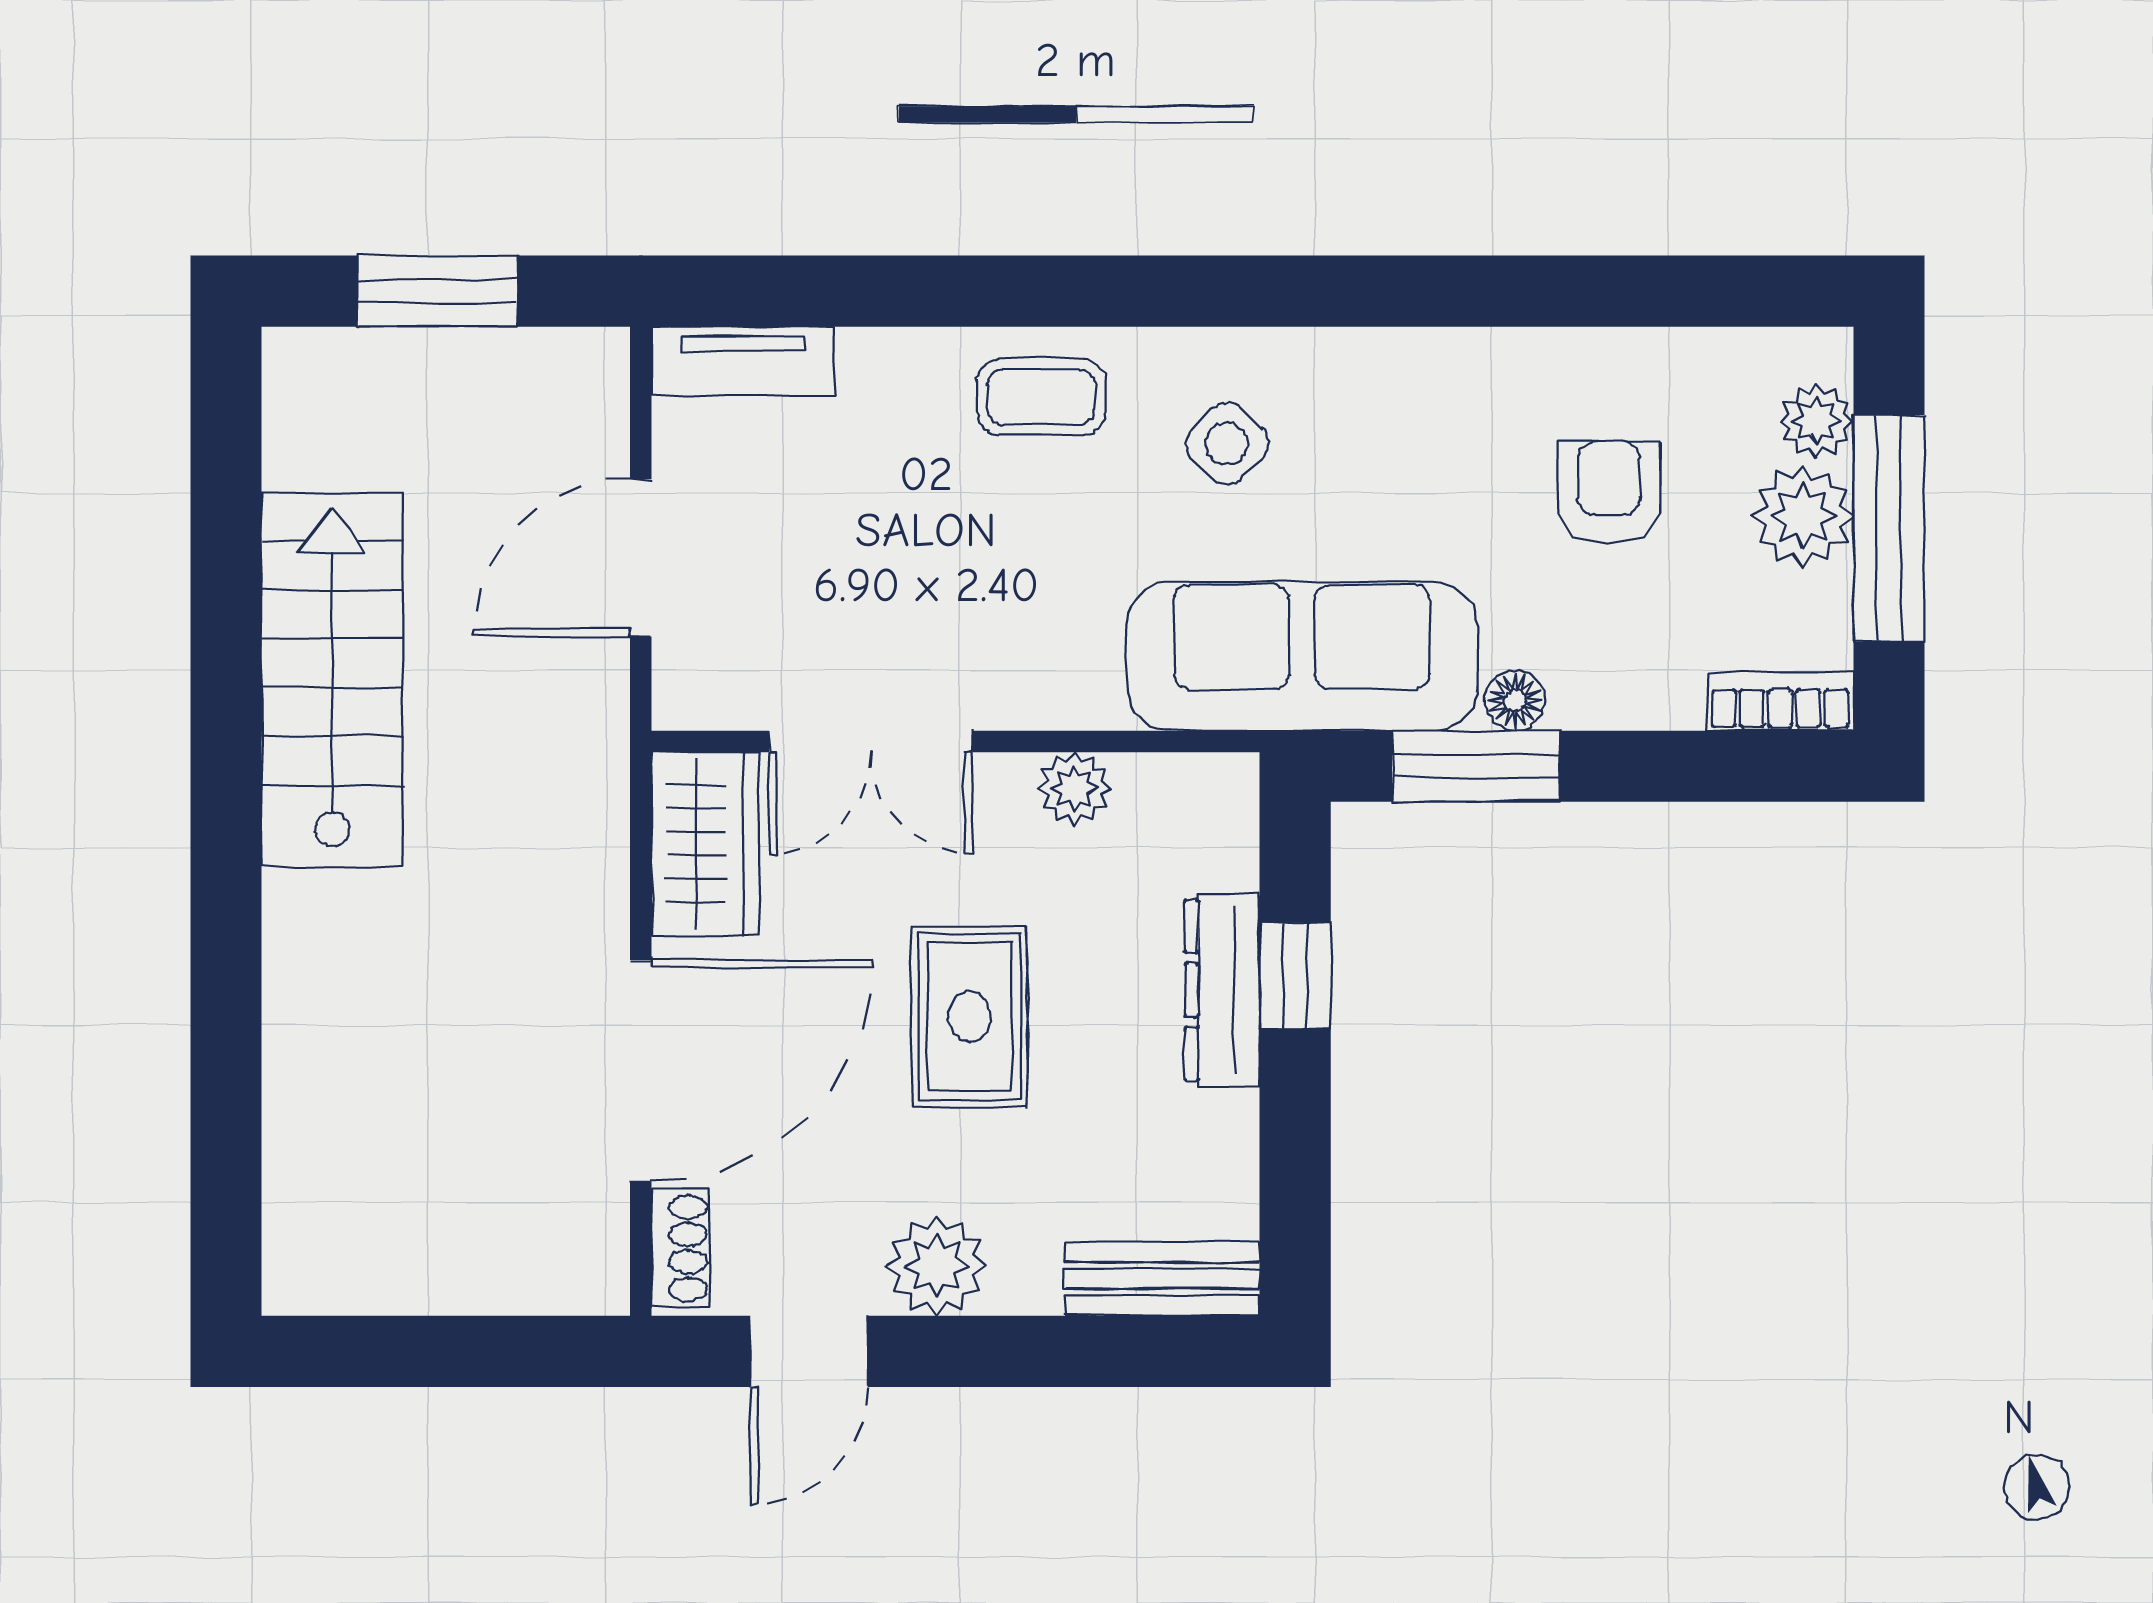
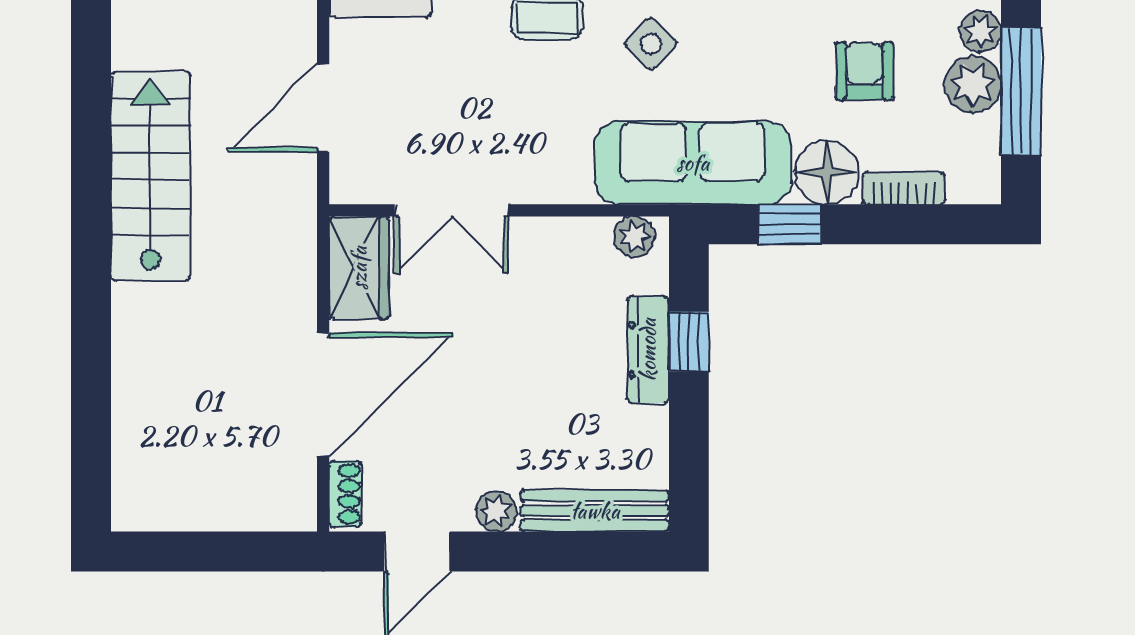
floor lamp: (1515, 700) -> (827, 172), width x1.89, depth x1.89
bookcase: (1780, 701) -> (904, 188), moved
window: (1476, 766) -> (790, 224), width x0.67
plant: (1074, 788) -> (634, 237), moved
rug: (969, 1016) -> (507, 364), removed
plant: (937, 1266) -> (496, 511), width x0.73, depth x0.73
bench: (1162, 1279) -> (595, 511), width x1.36

